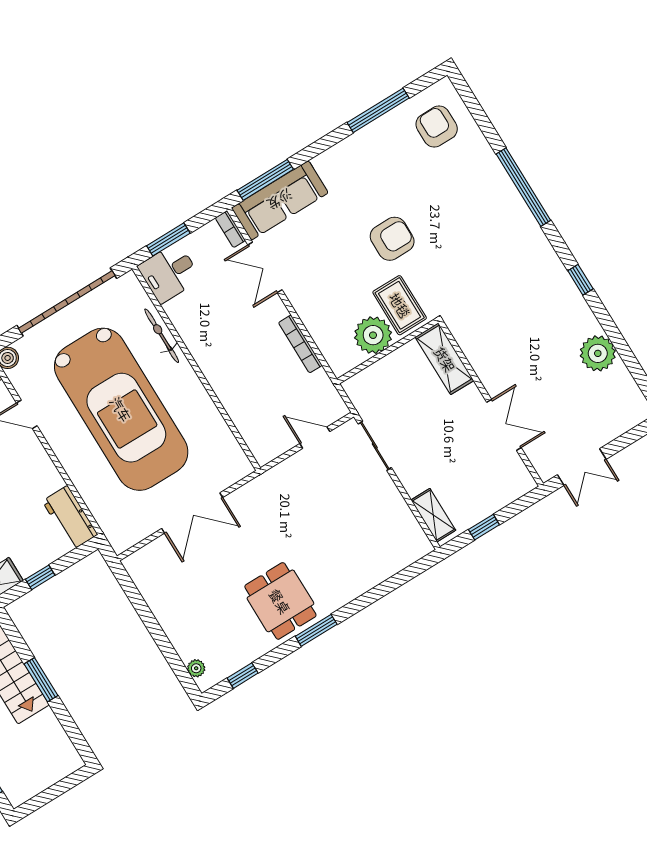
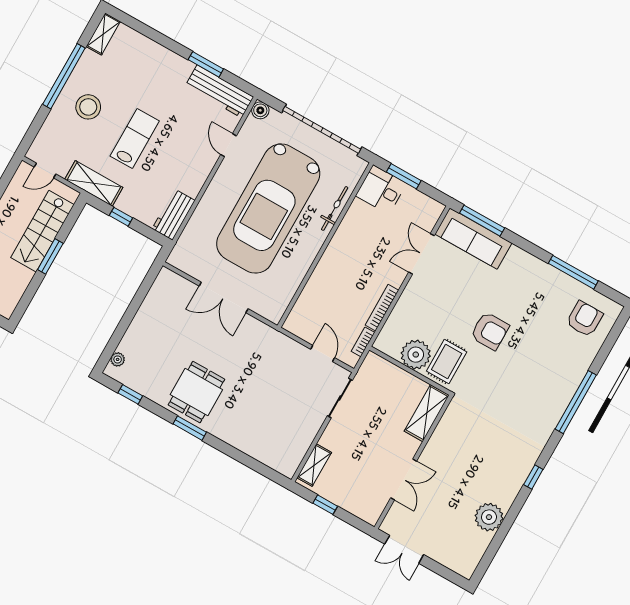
bookcase: (230, 229) -> (363, 342), moved

